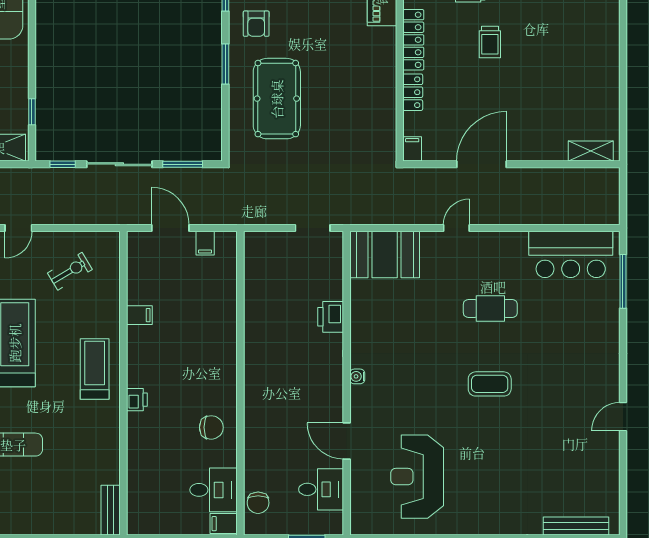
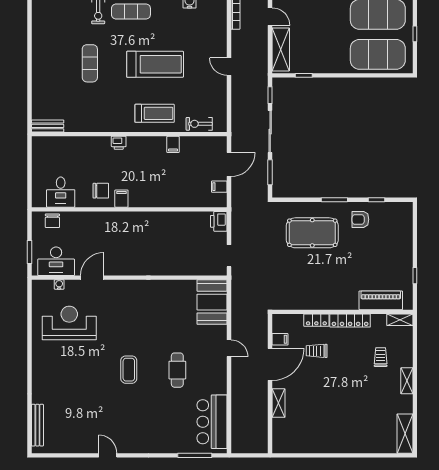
trolley: (490, 42) -> (317, 351), moved
filing cabinet: (412, 149) -> (280, 339), moved
shelving: (591, 151) -> (279, 403), moved
door: (482, 164) -> (270, 364), hinge flipped
exercise bike: (70, 271) -> (199, 124), moved, turned 121
printer: (331, 317) -> (219, 221), moved, turned -90
treadmill: (95, 369) -> (155, 113), moved
water cooler: (357, 376) -> (59, 284), moved
chair: (211, 427) -> (101, 191), turned -90
desk: (321, 489) -> (56, 261), width x1.37
chair: (258, 503) -> (52, 221), turned -90
filing cabinet: (224, 524) -> (121, 199), moved

